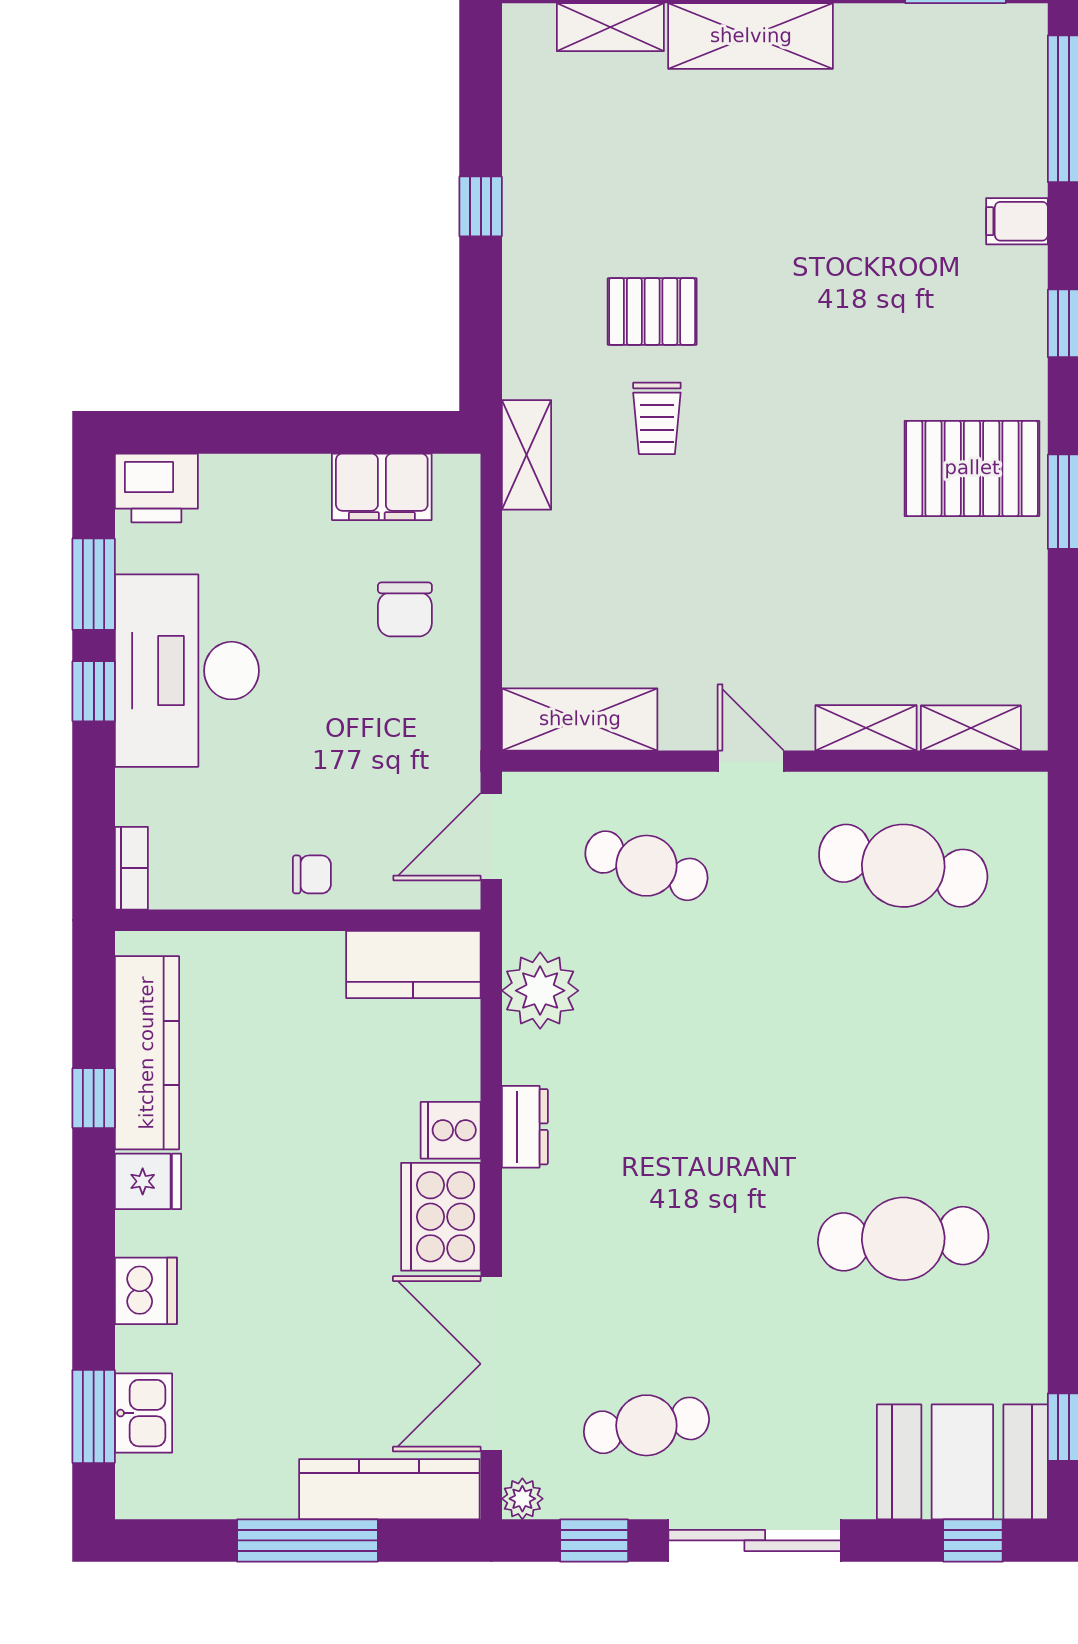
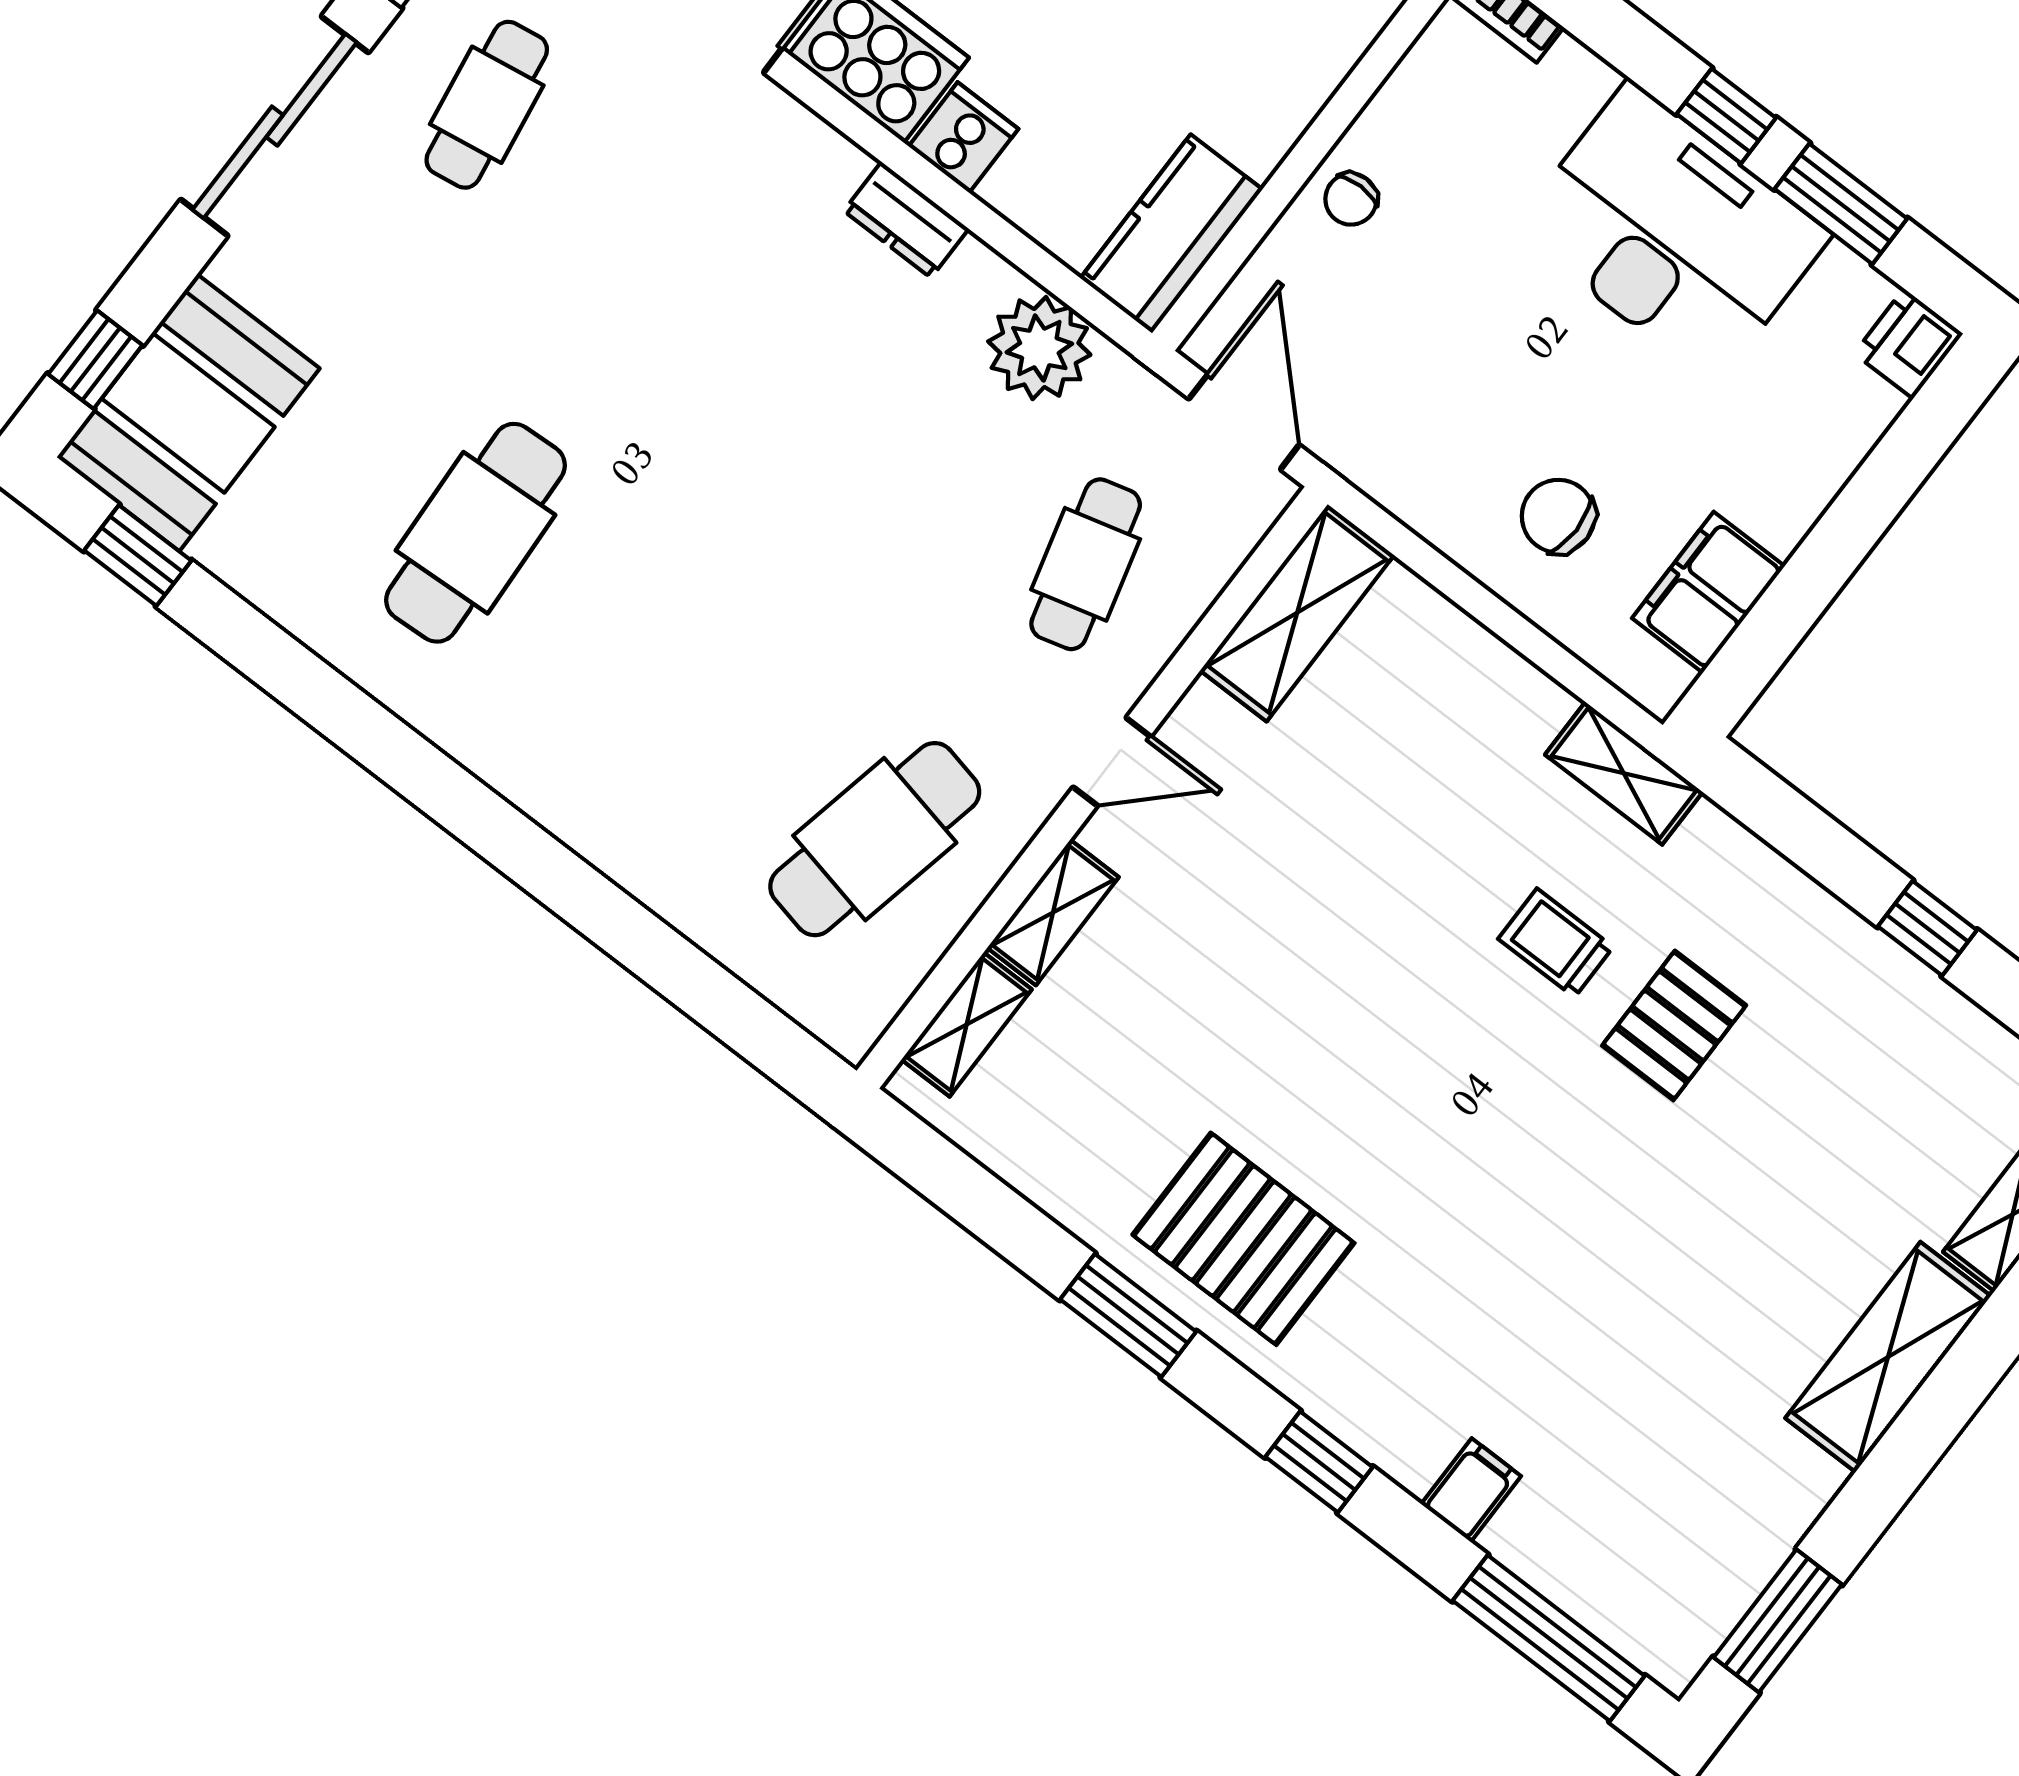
pallet: (972, 468) -> (1243, 1239), turned 90
printer: (156, 488) -> (1908, 344), width x0.73, depth x0.81
cafe table: (646, 866) -> (1086, 564), turned -33

